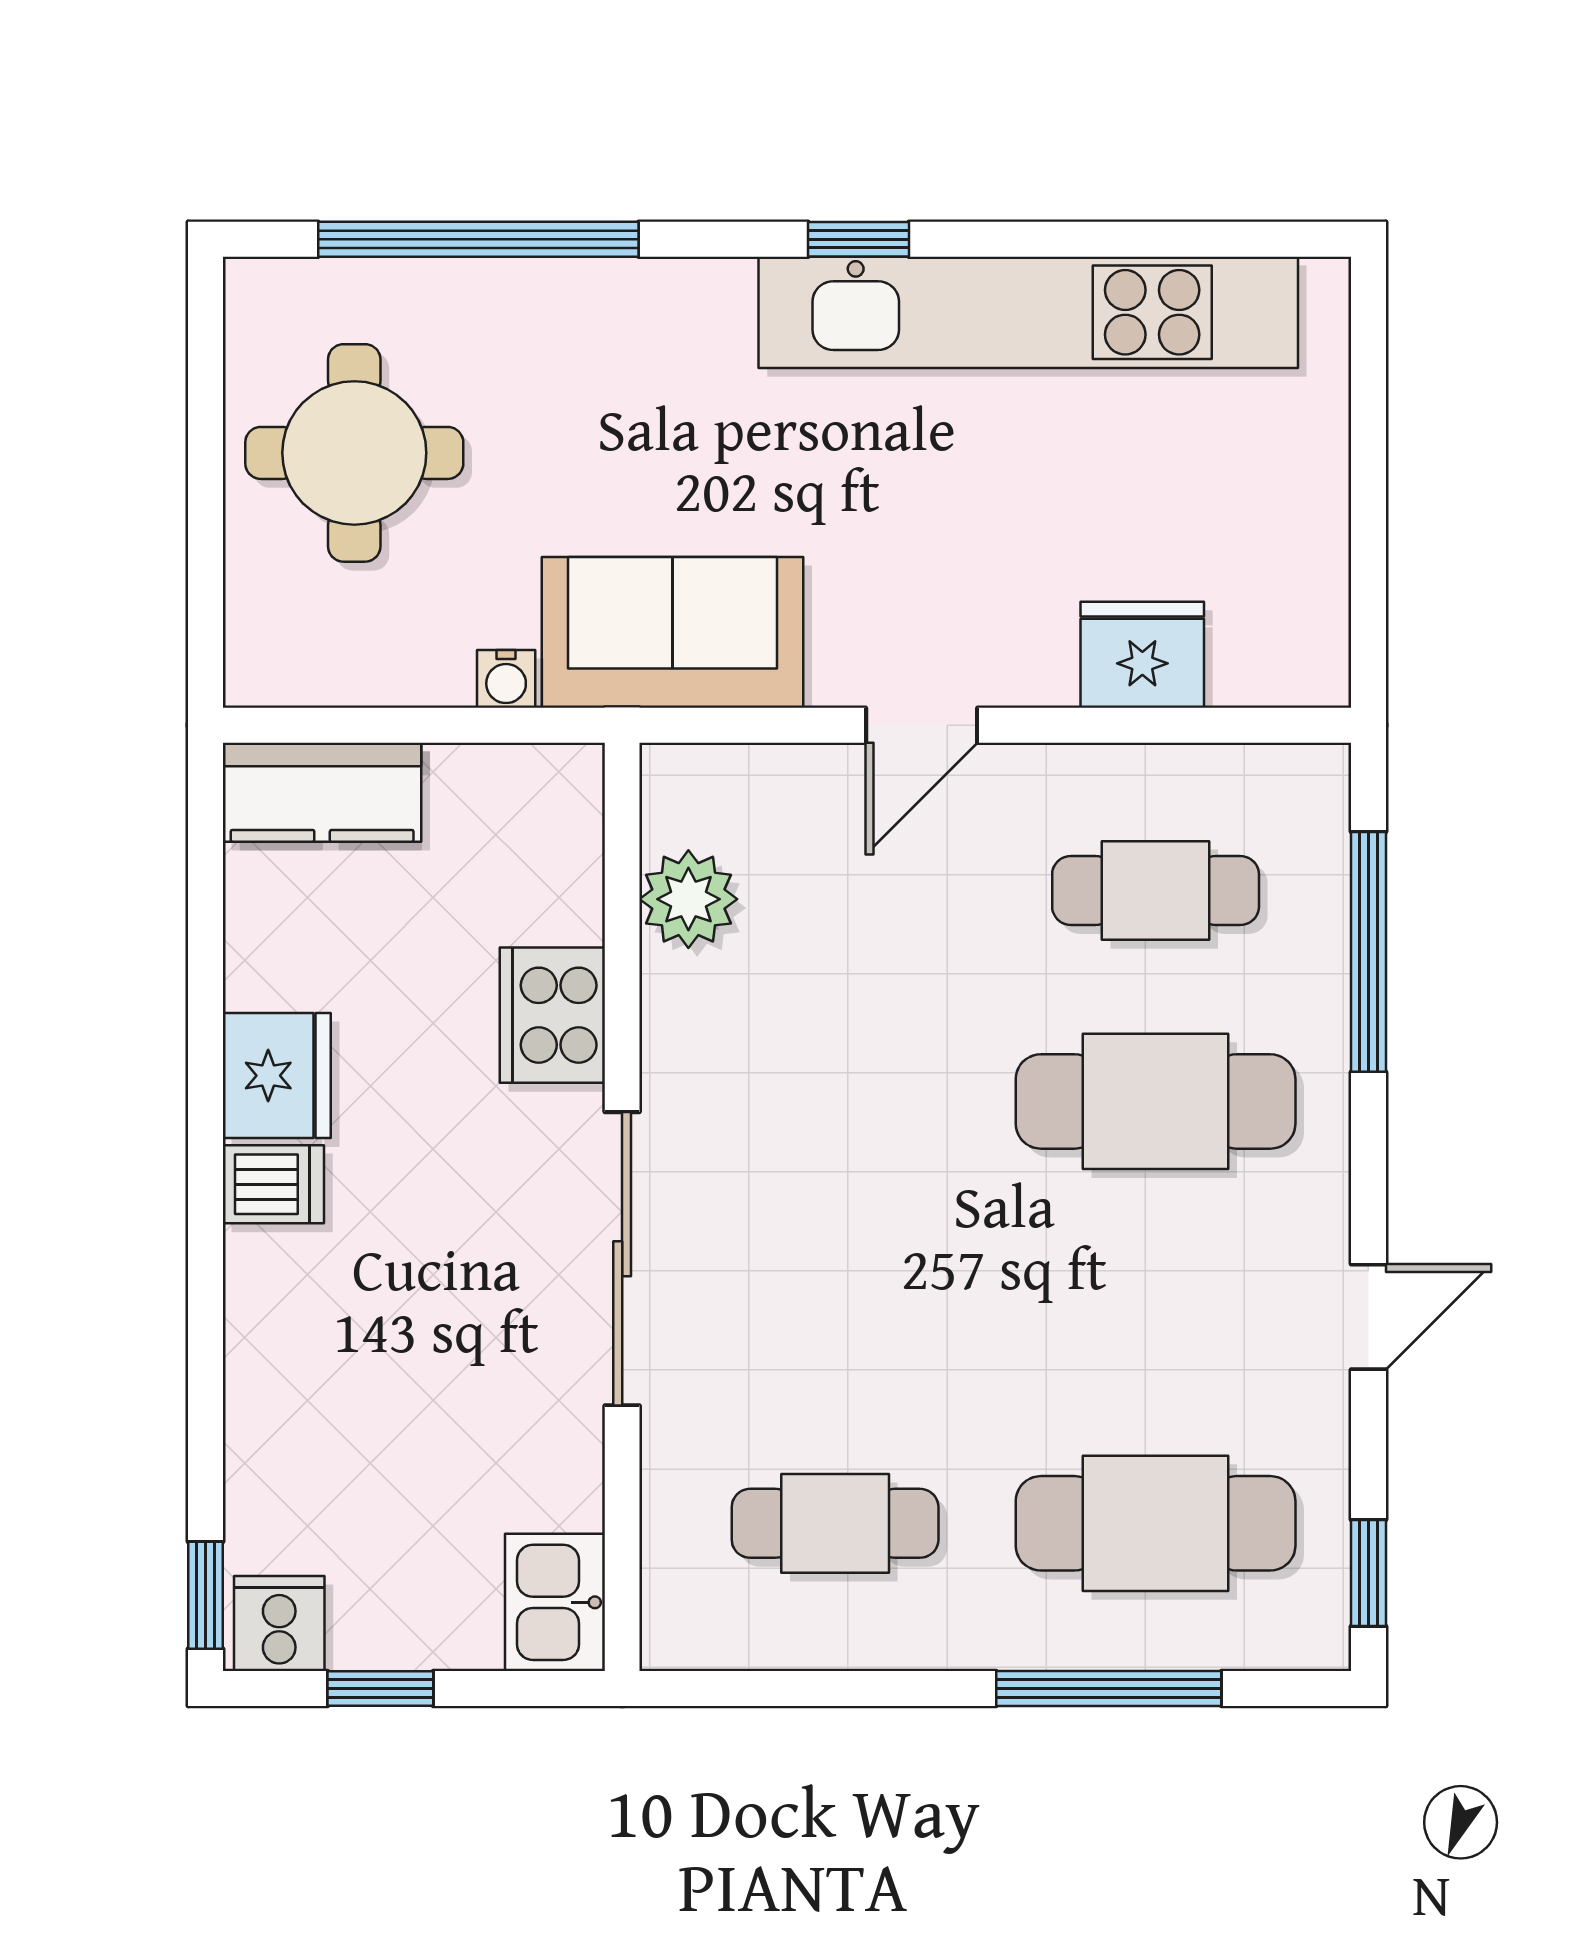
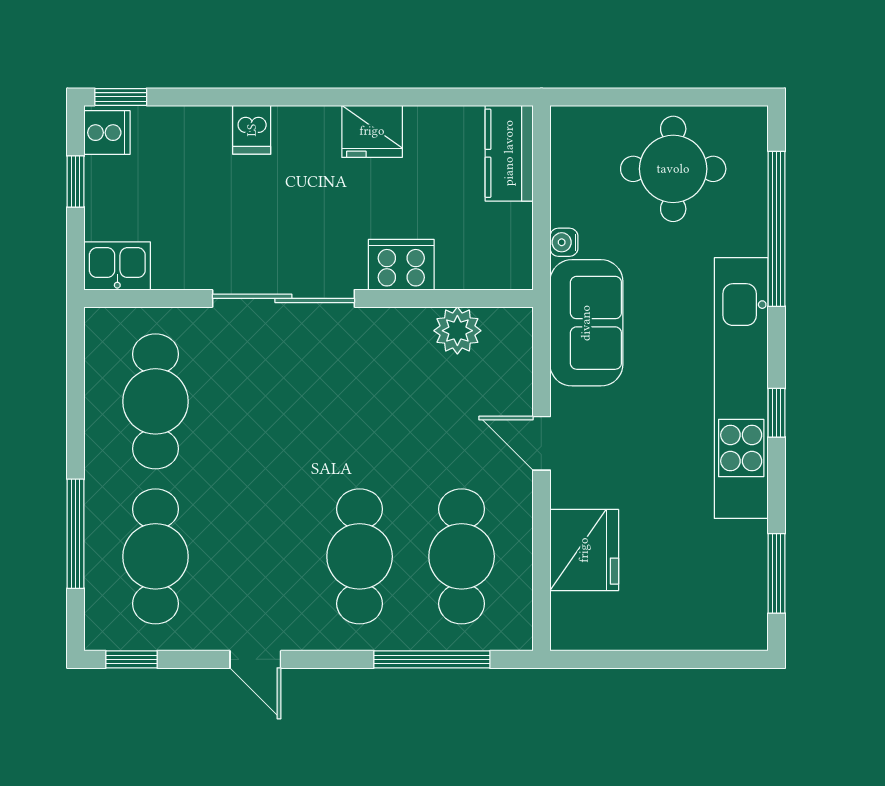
window: (1191, 239) -> (777, 573), added
kitchen unit: (1028, 312) -> (741, 388), moved
fridge: (1142, 655) -> (584, 550), width x1.36, depth x1.34
cafe table: (1156, 890) -> (462, 556), width x1.37, depth x1.35
dishwasher: (273, 1184) -> (252, 130), moved
cafe table: (835, 1523) -> (155, 401), width x1.37, depth x1.35

